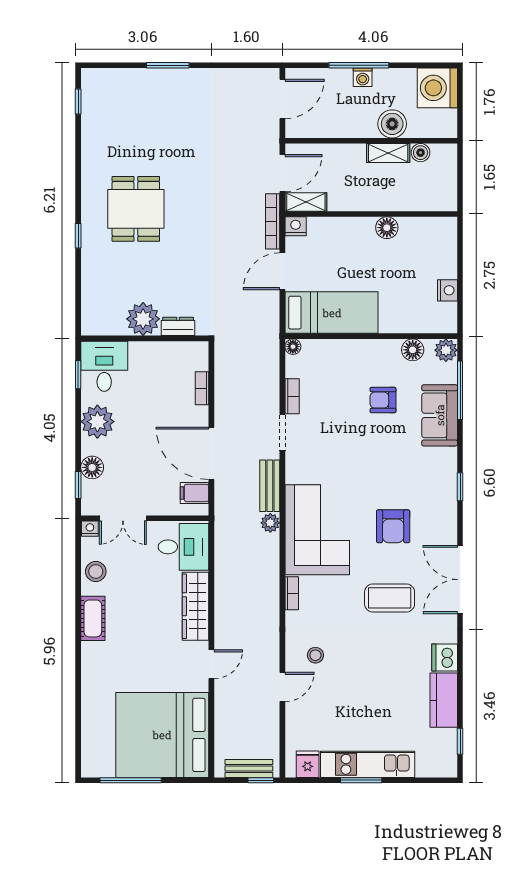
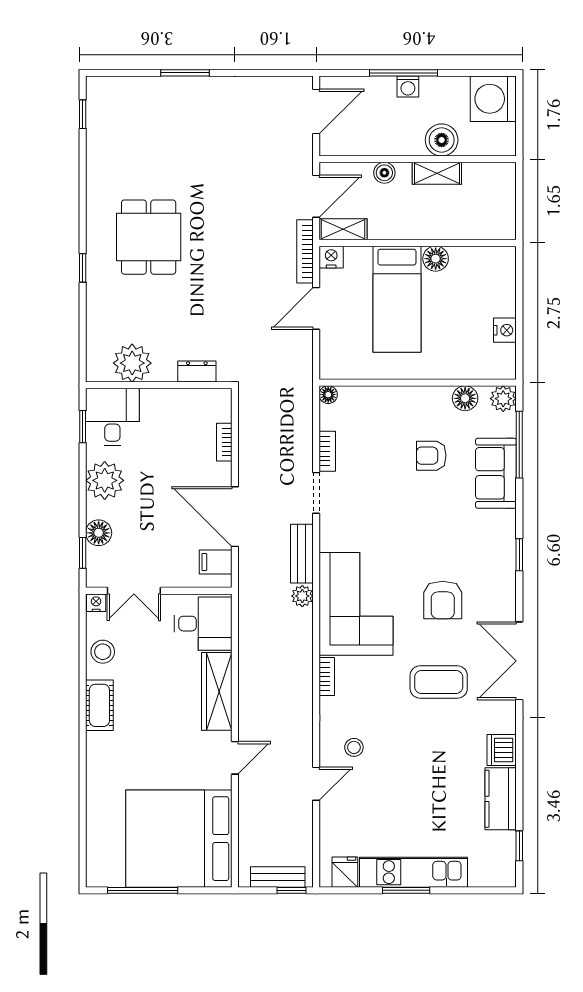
boiler: (421, 153) -> (384, 173), moved
bed: (332, 313) -> (397, 299), moved, turned 90
plant: (143, 319) -> (132, 363), moved

